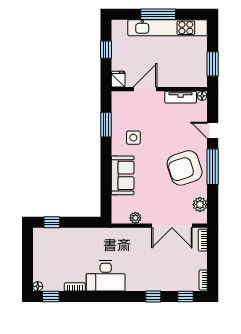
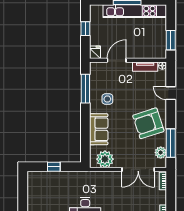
window: (106, 125) -> (85, 89), width x1.44
window: (213, 167) -> (171, 143), moved
plant: (135, 218) -> (105, 159), width x1.87, depth x1.87
window: (52, 222) -> (54, 167), moved

